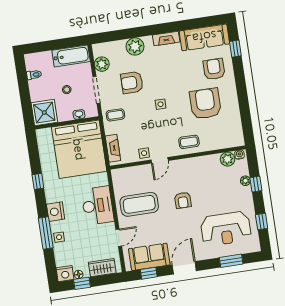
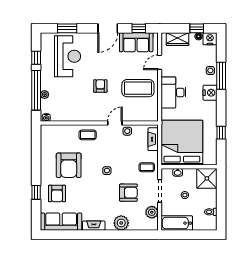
window: (235, 49) -> (36, 192), moved
plant: (228, 159) -> (57, 115), removed
window: (38, 181) -> (221, 133), moved
window: (256, 184) -> (36, 90), width x3.17
reception desk: (226, 229) -> (68, 56), turned 90

